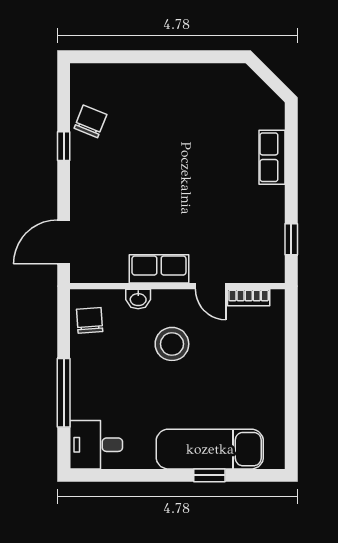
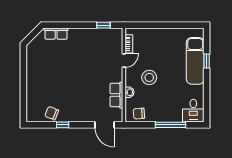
row of seats: (272, 157) -> (56, 34), moved
row of seats: (159, 269) -> (116, 95), moved

